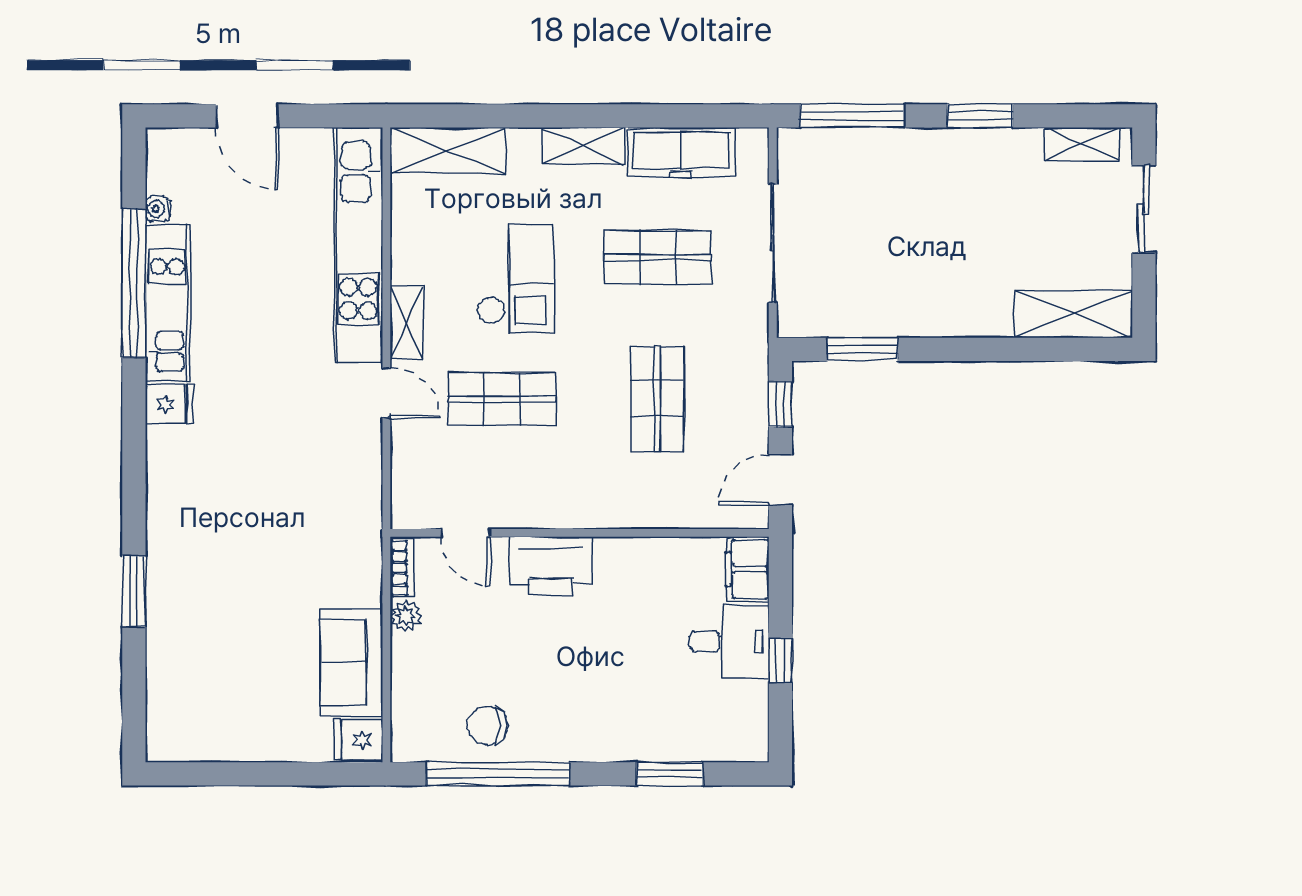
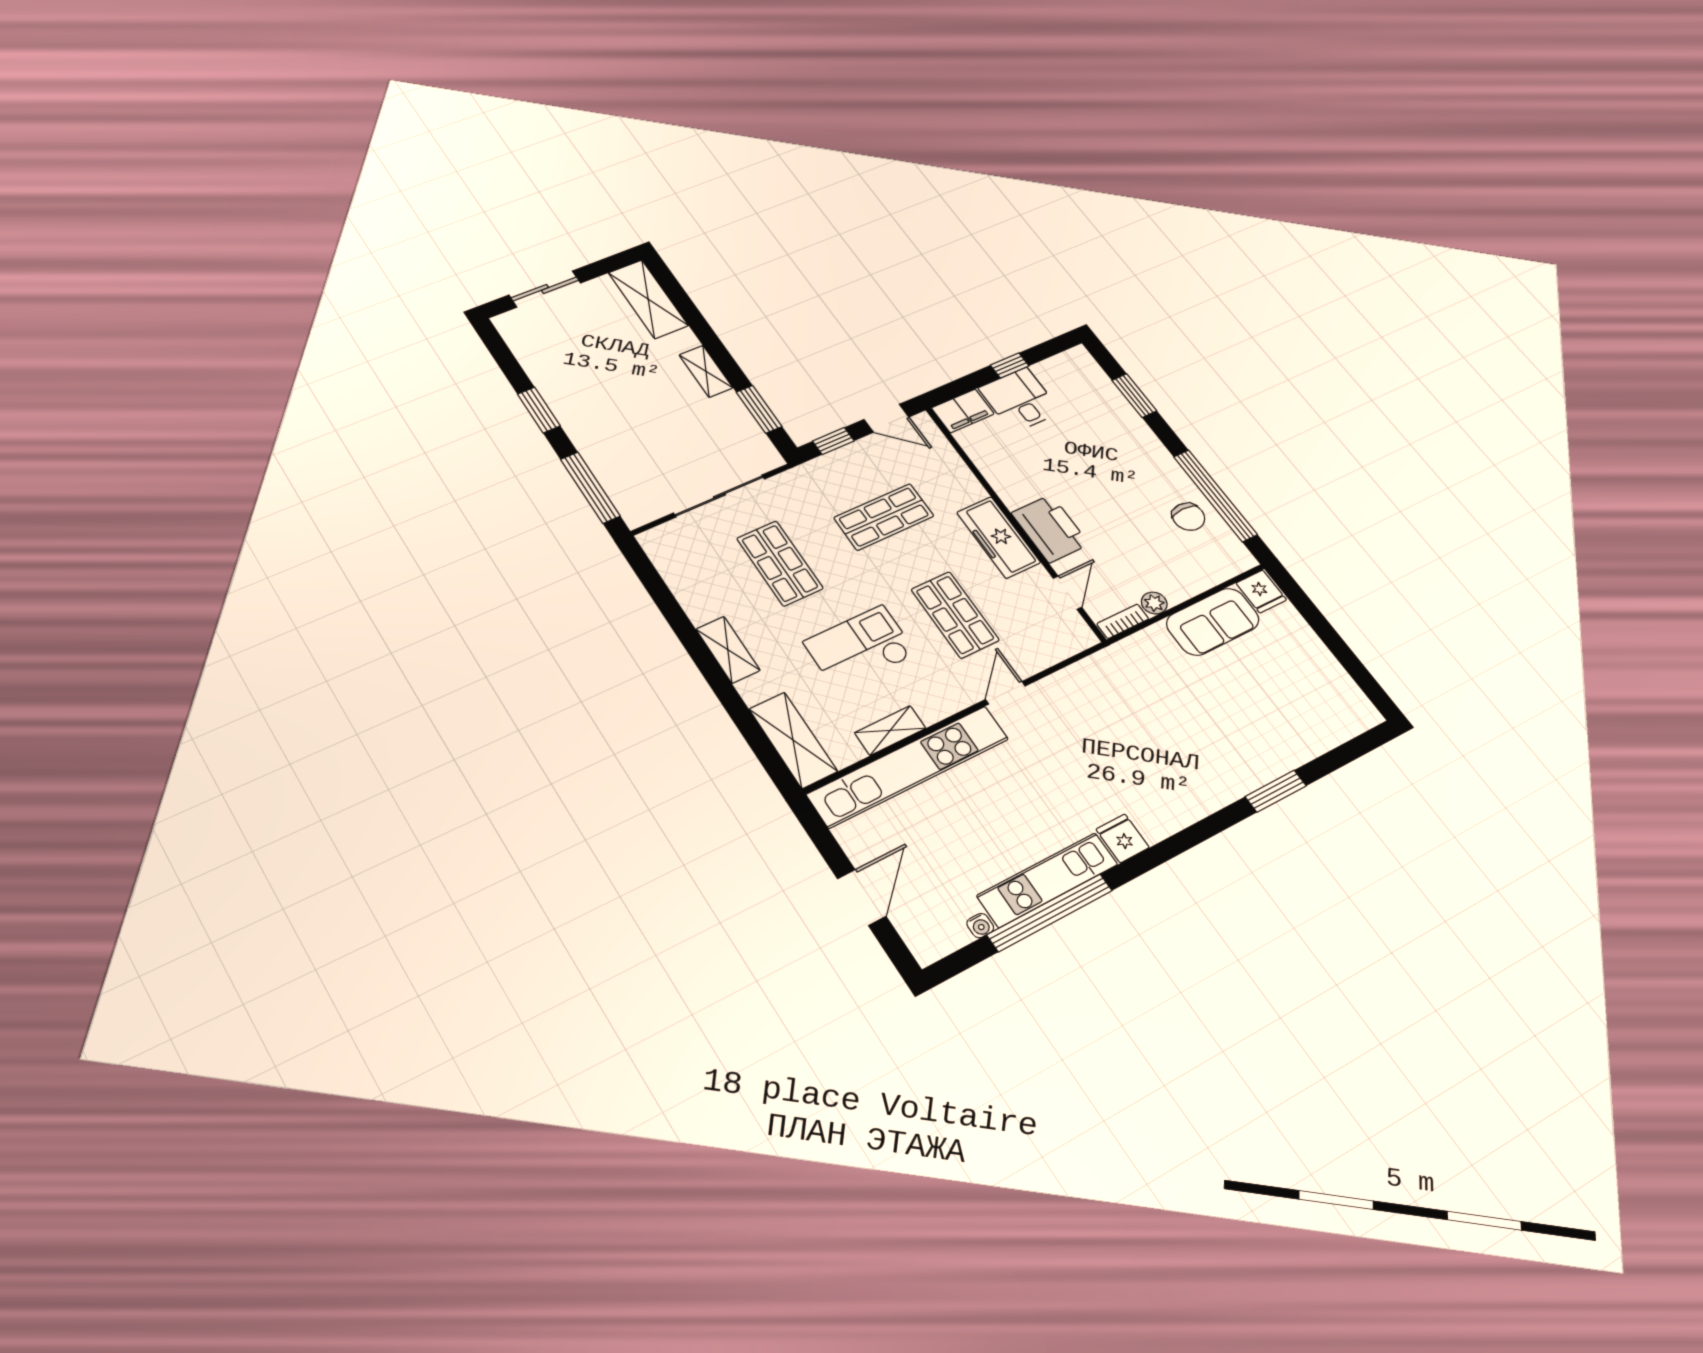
shelving: (1082, 144) -> (706, 371), moved
freezer: (681, 152) -> (998, 537), moved, turned 180
shelving: (407, 322) -> (890, 730), moved

